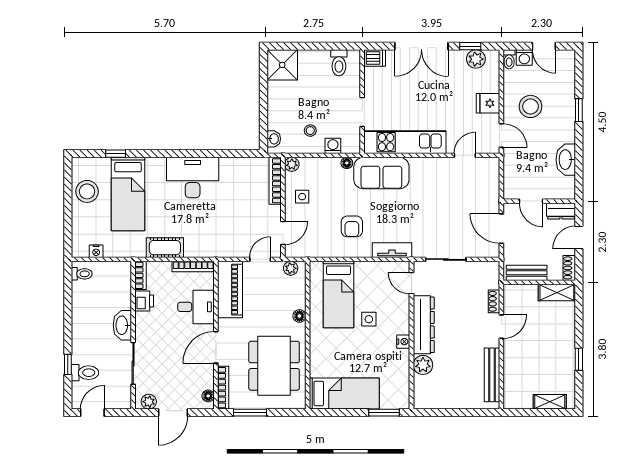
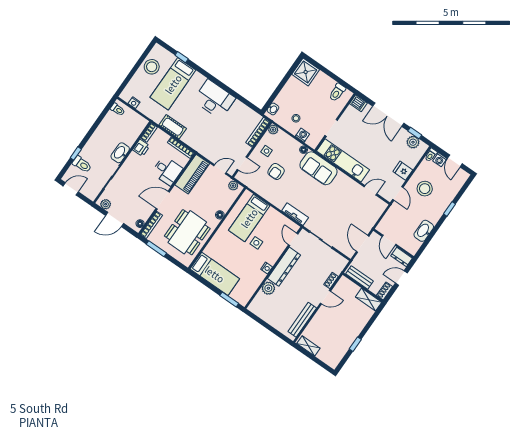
armchair: (352, 226) -> (276, 172), moved
shelving: (550, 402) -> (308, 346), moved

